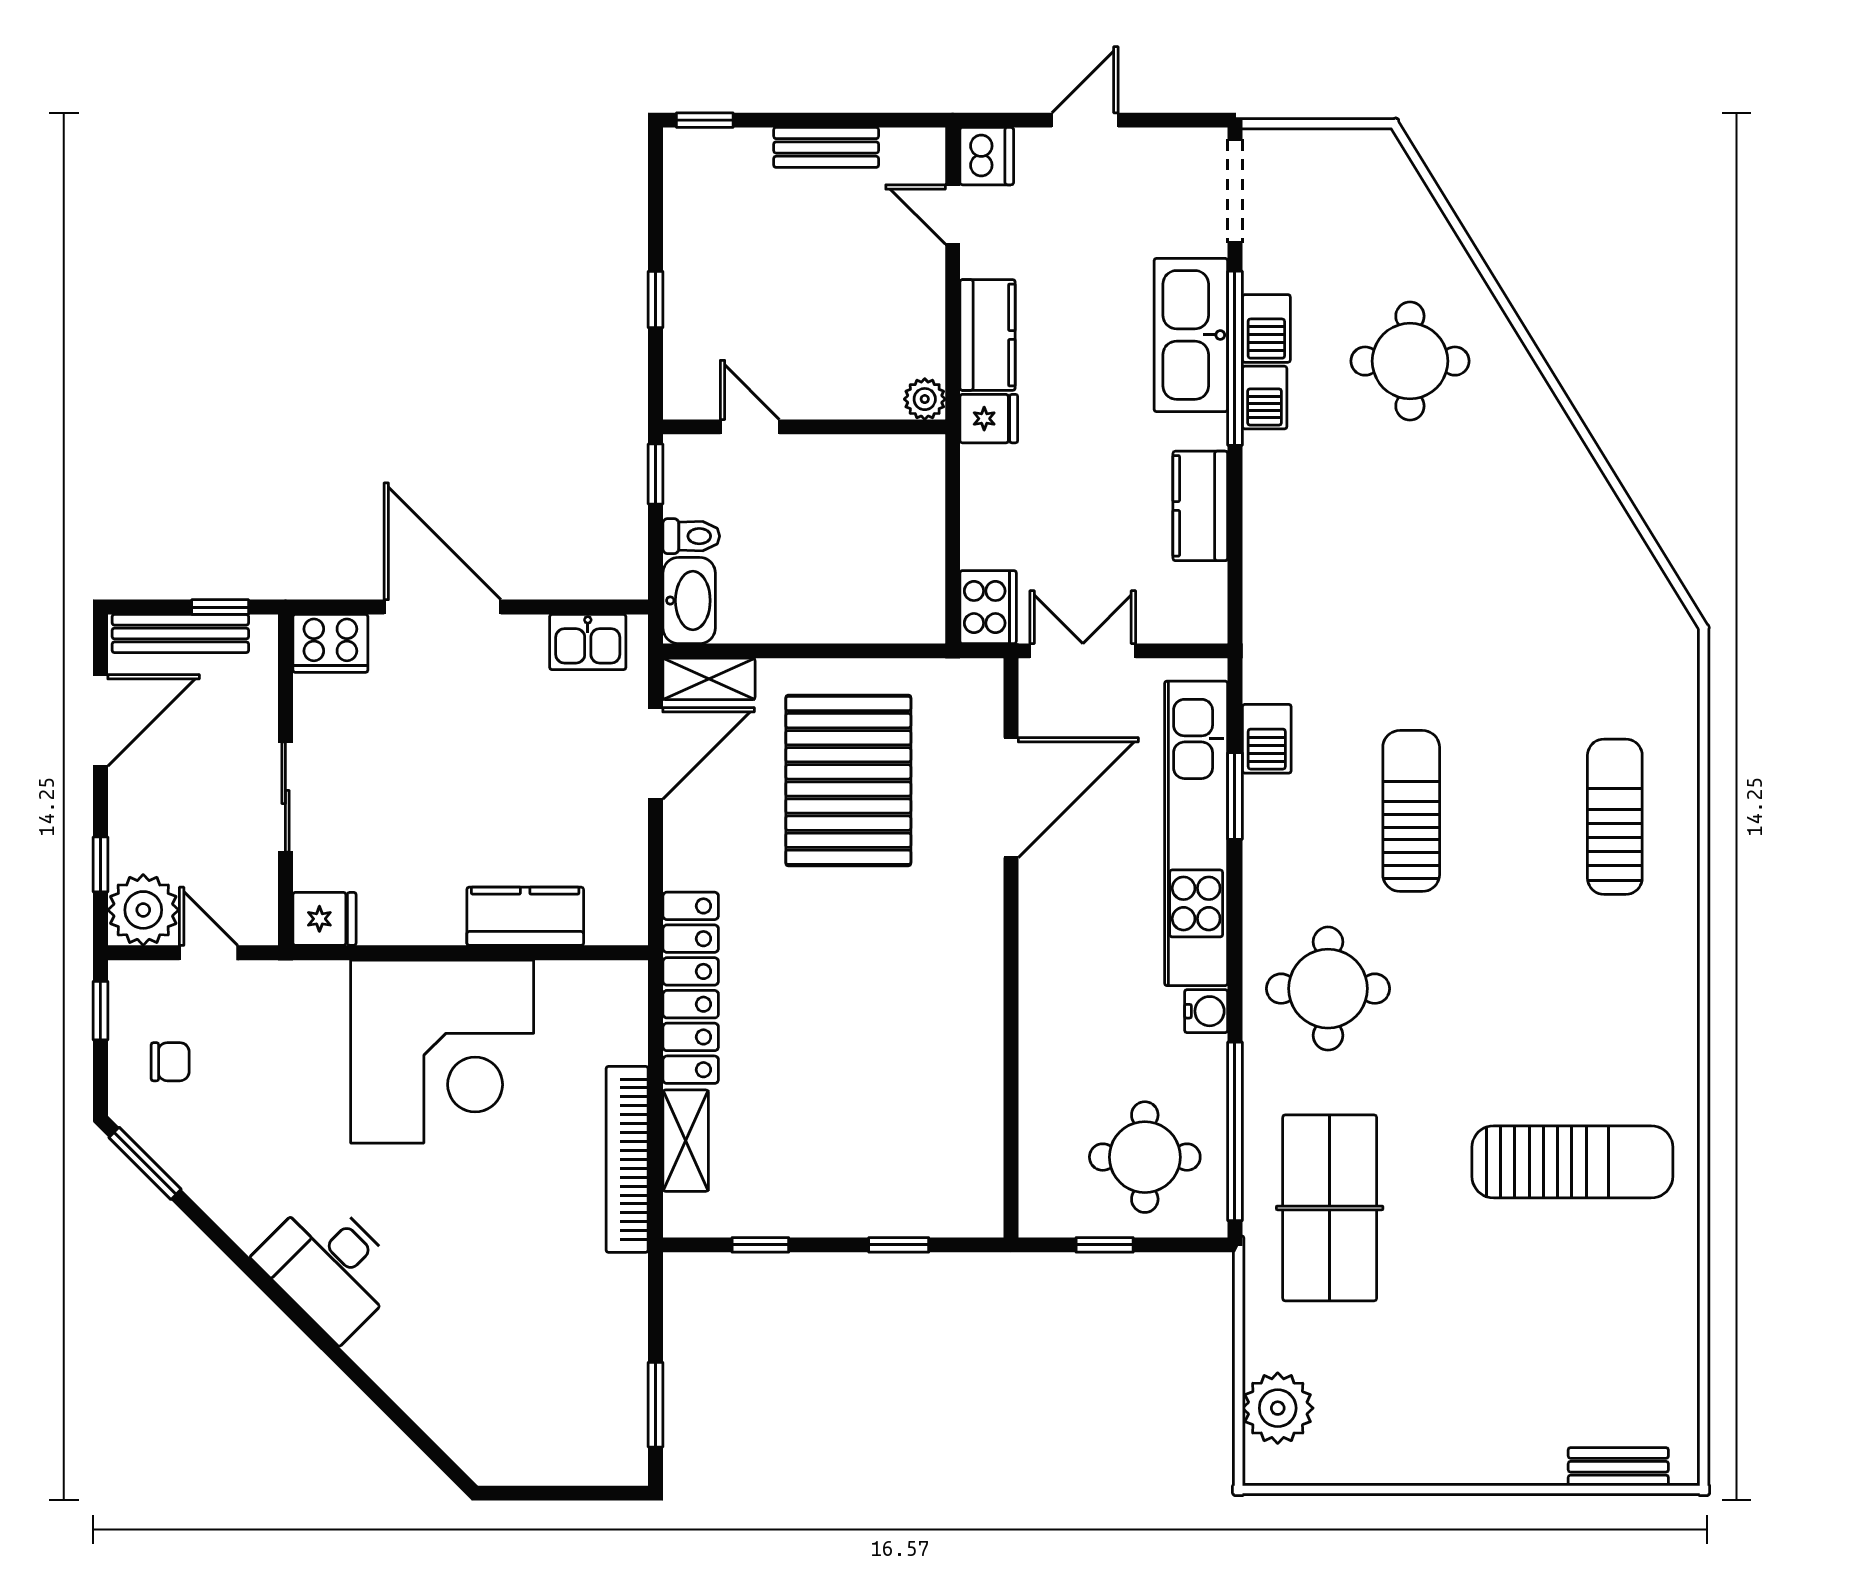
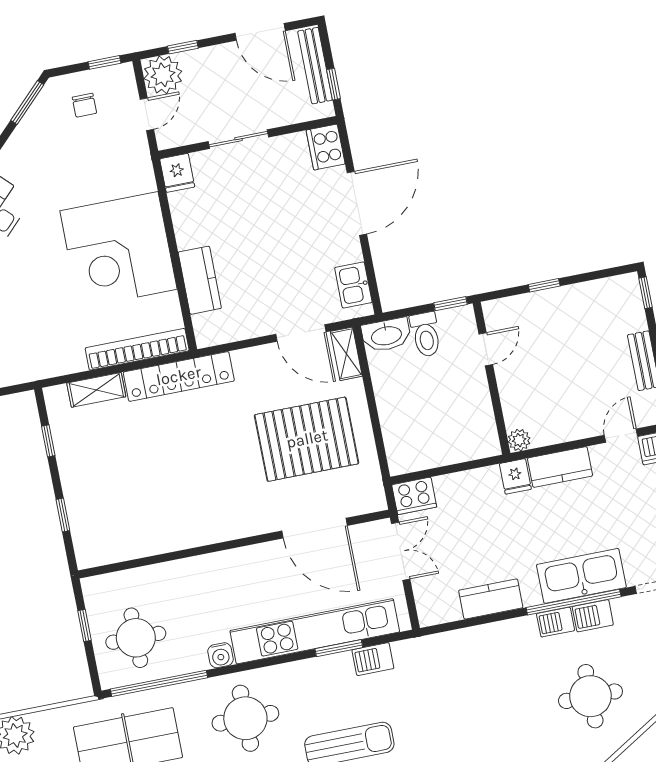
toilet: (691, 536) -> (426, 335), width x1.37, depth x1.39
bookcase: (627, 1159) -> (137, 349), moved

